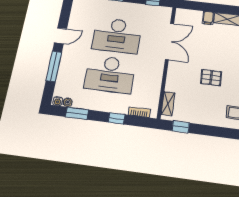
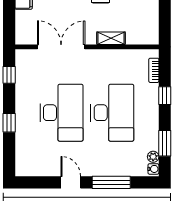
shelving: (168, 104) -> (111, 38), moved
window: (181, 127) -> (165, 20), removed

